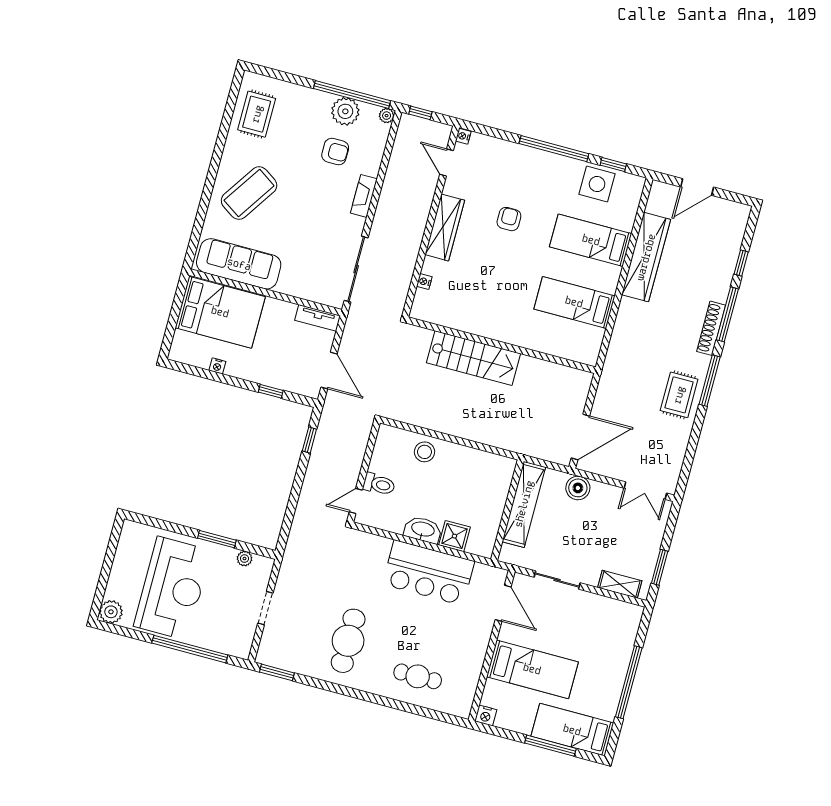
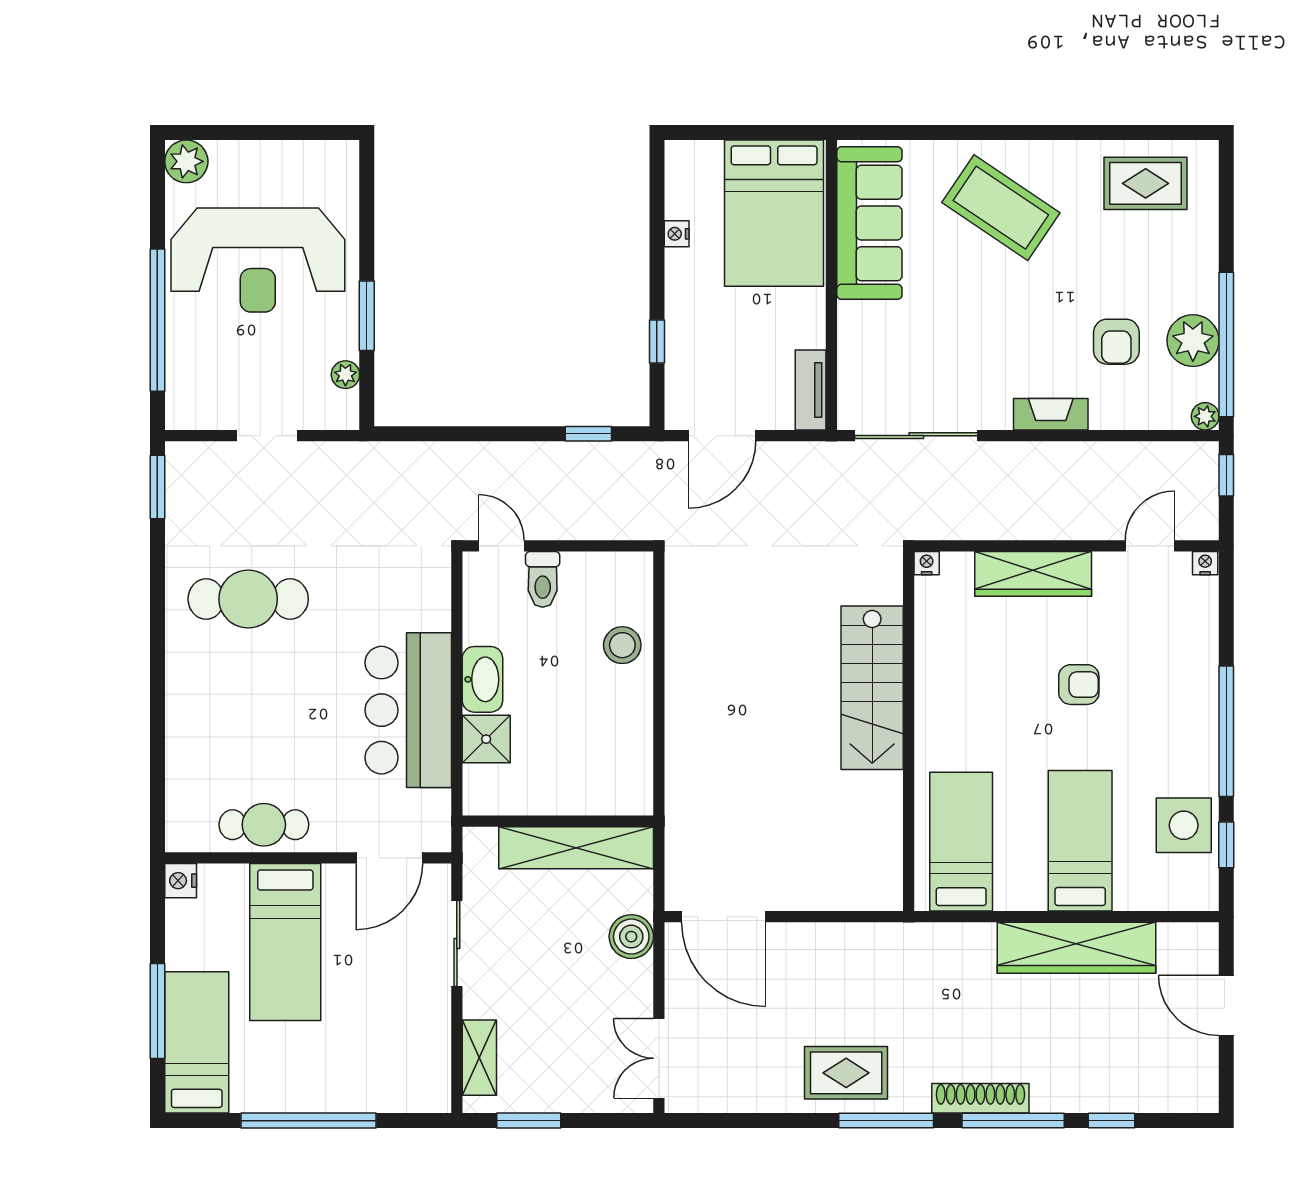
wall: (501, 345) -> (909, 731), moved
stairs: (473, 358) -> (872, 688), moved
cafe table: (418, 676) -> (264, 825), moved, turned 90

